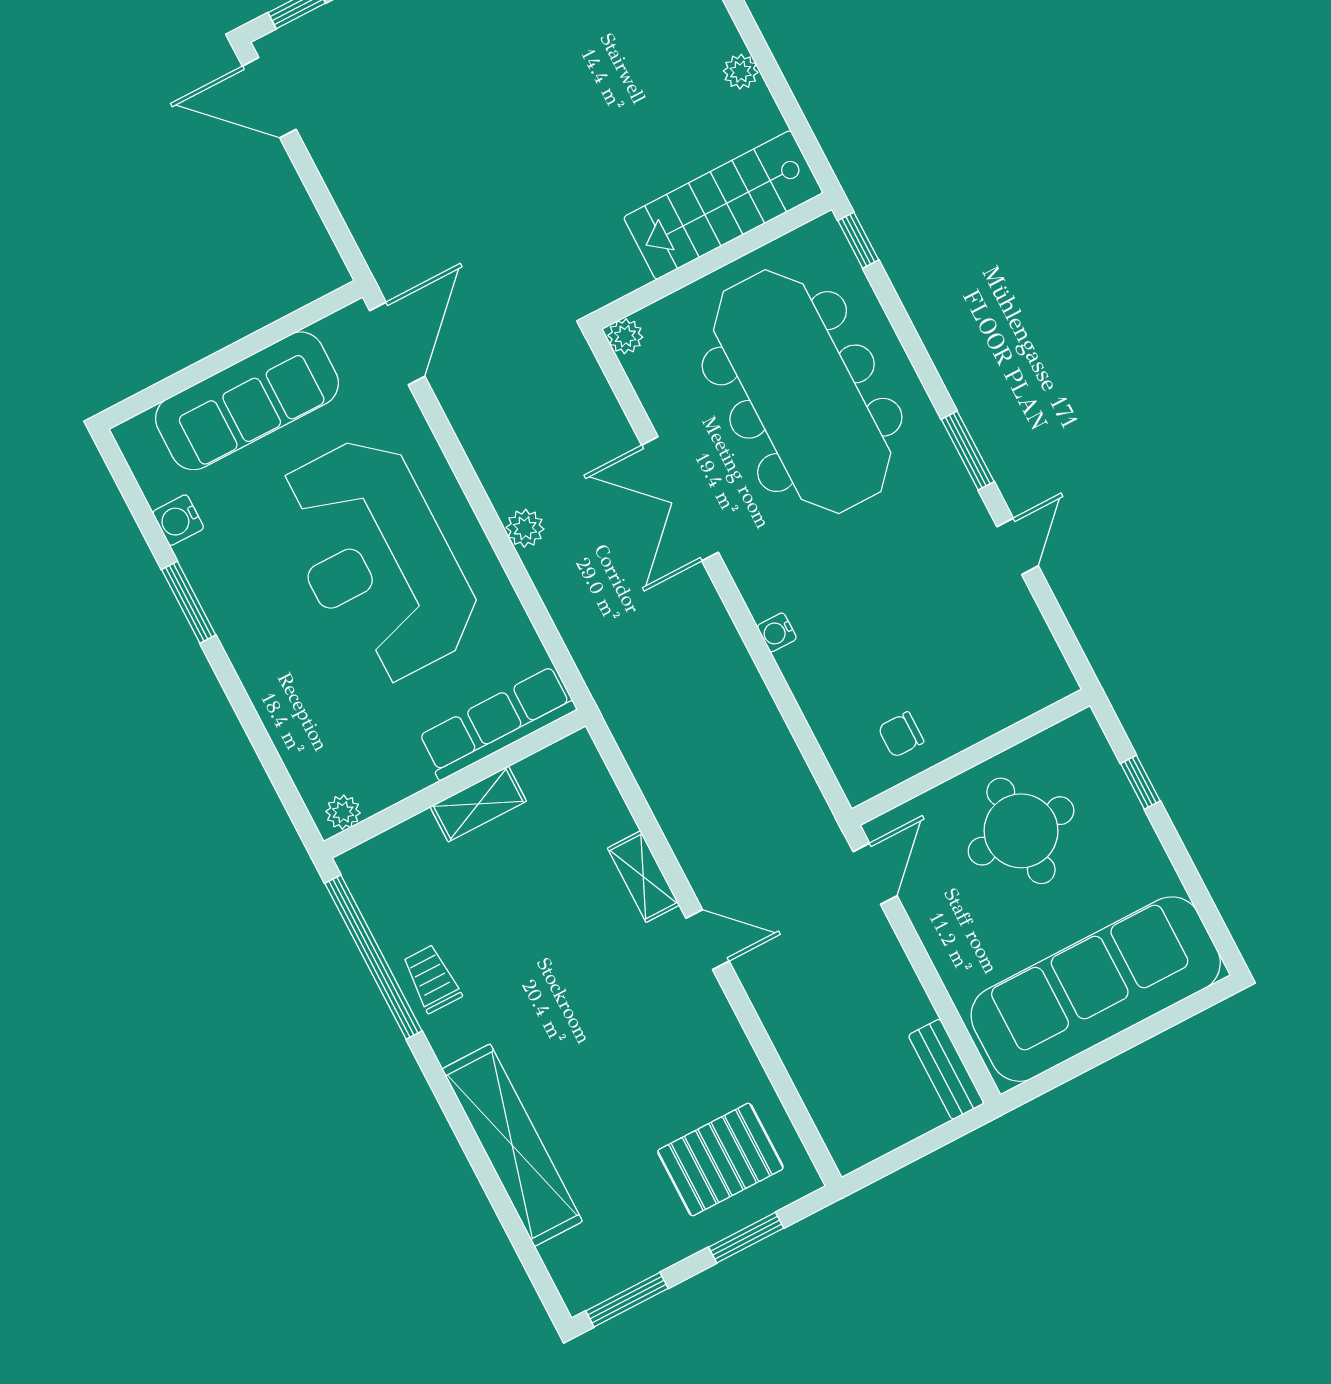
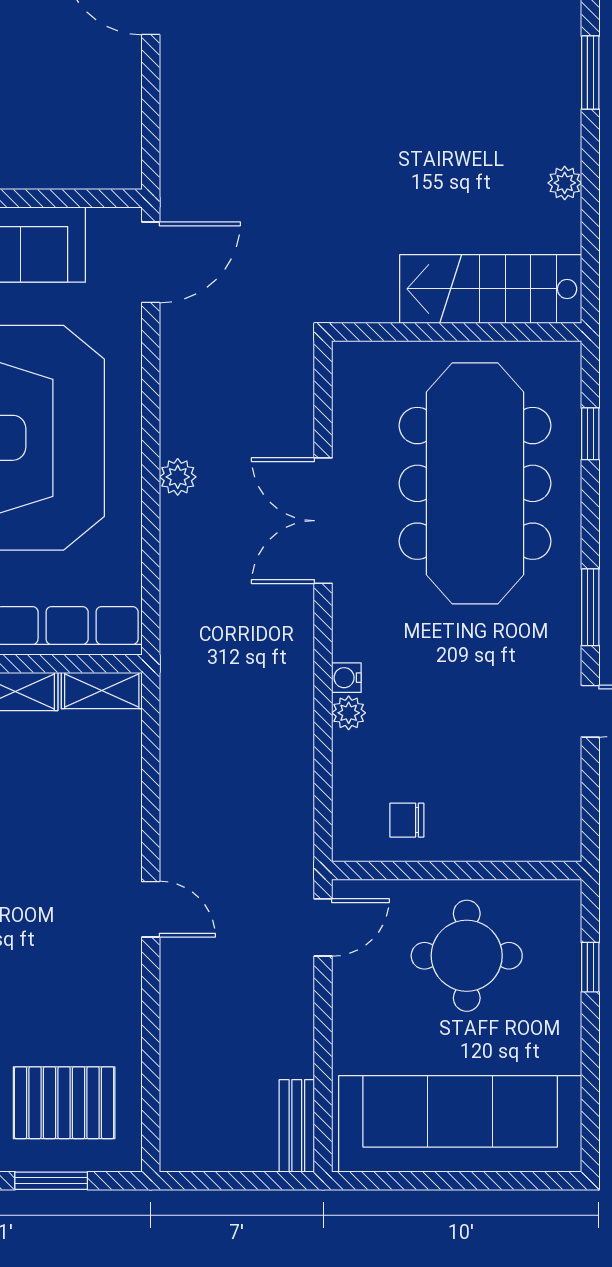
window: (858, 240) -> (590, 434), moved
plant: (625, 336) -> (349, 713), moved
shelving: (643, 877) -> (102, 691), moved, turned 90

